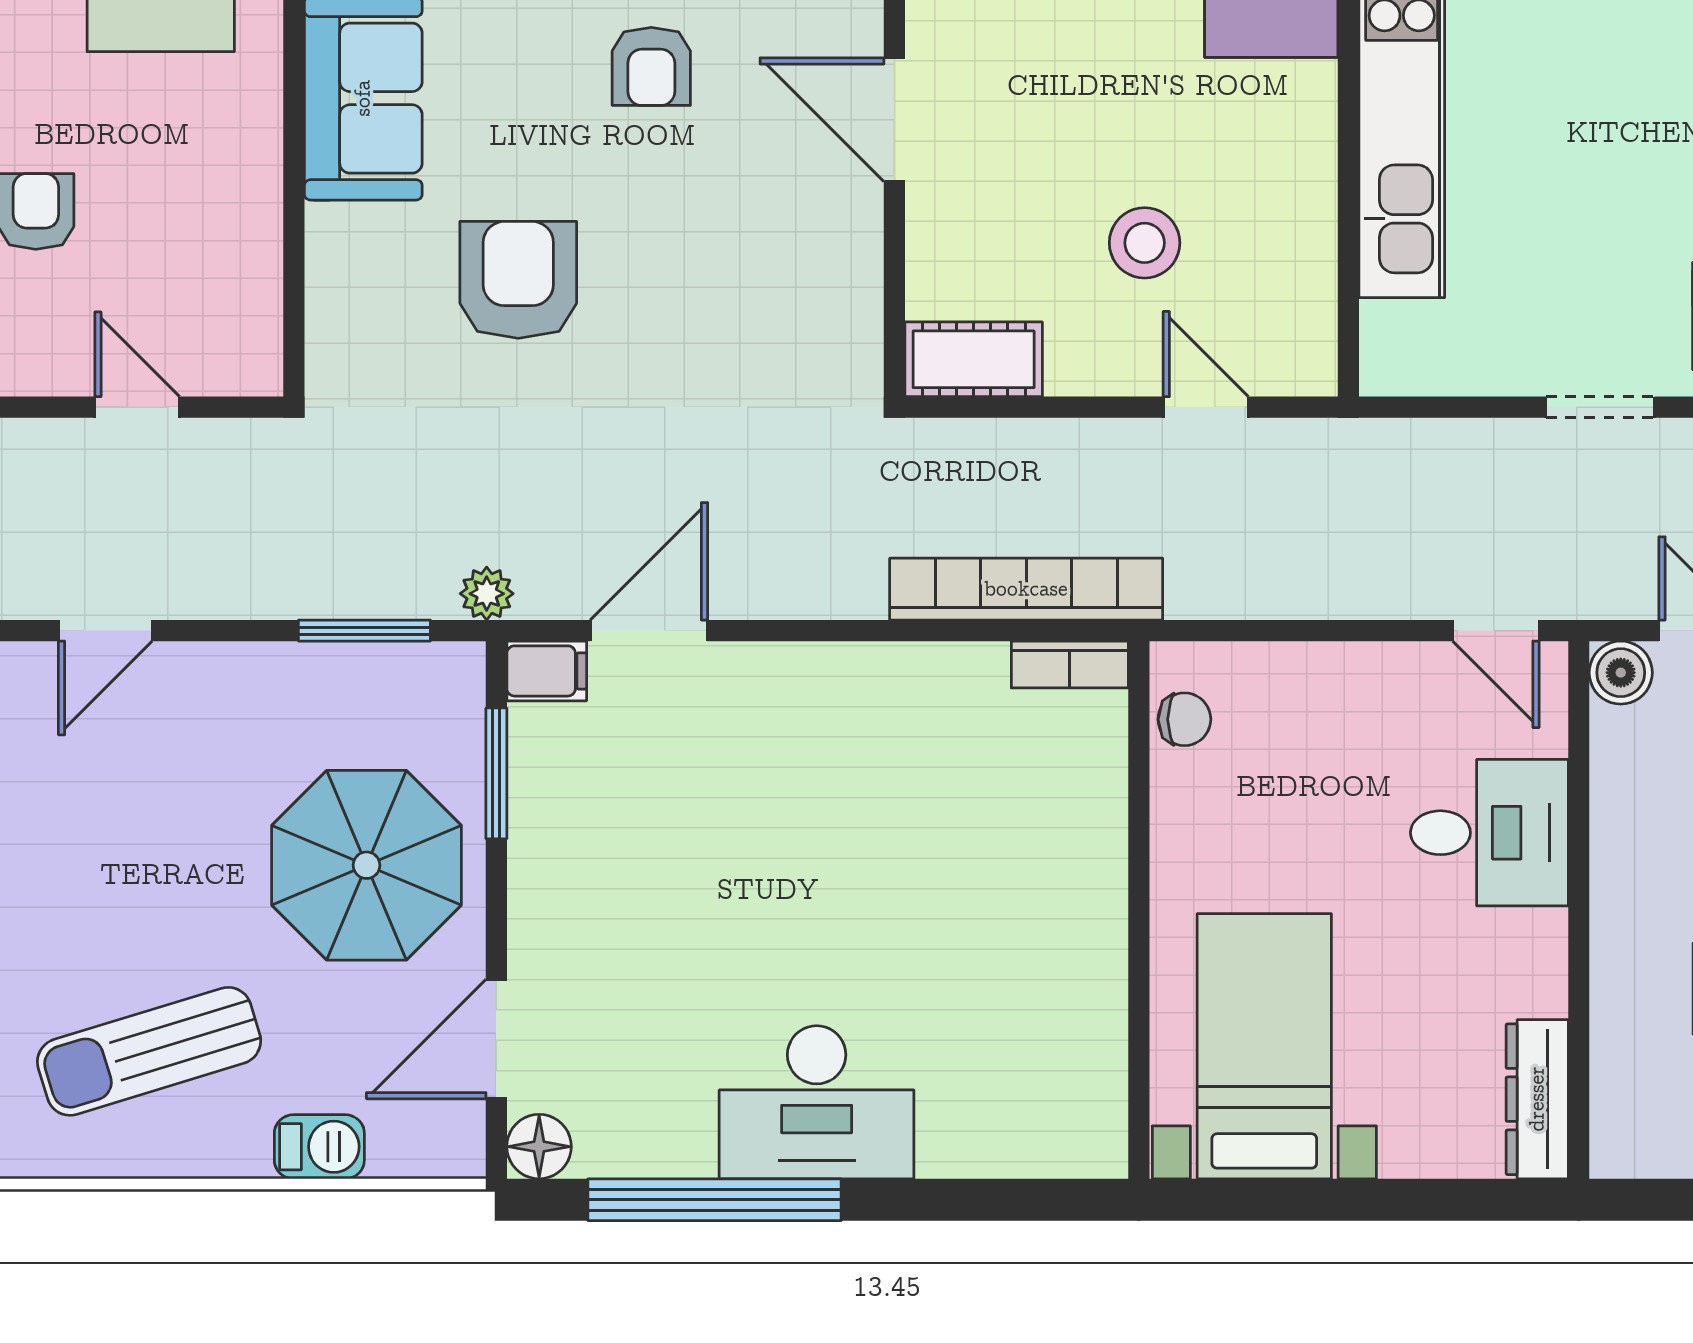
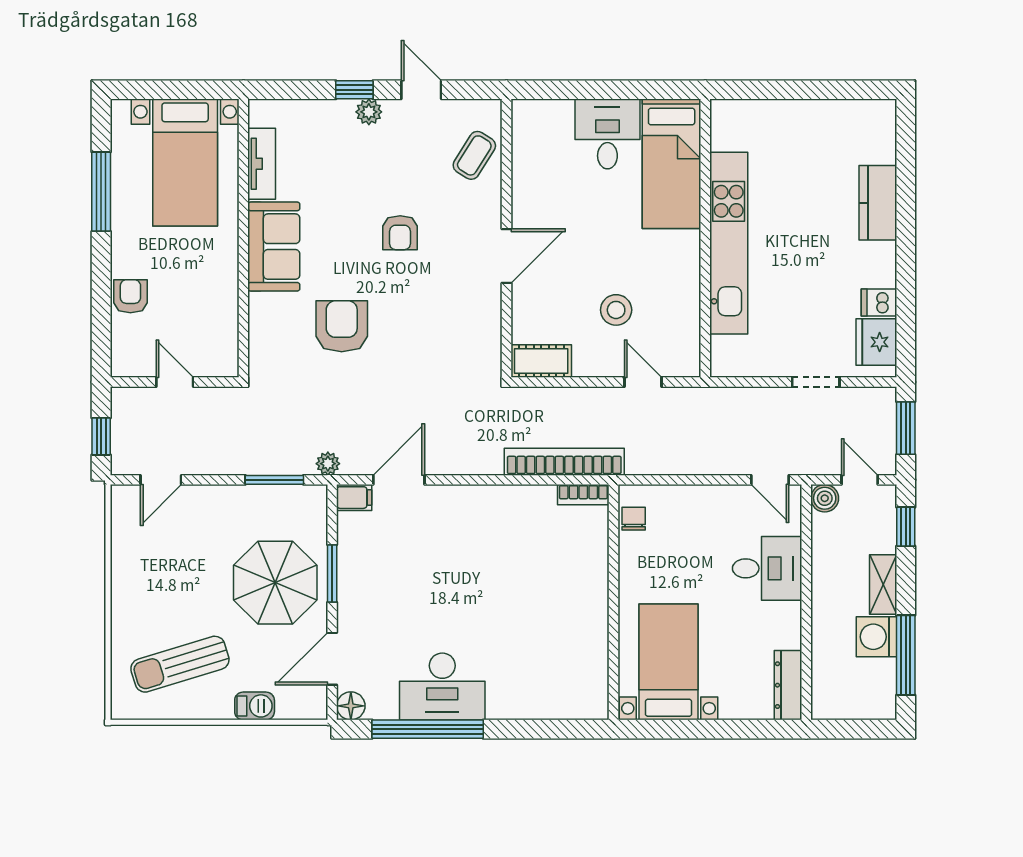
door: (894, 120) -> (506, 256), swing flipped
chair: (1184, 719) -> (634, 519), turned -90
window: (496, 773) -> (332, 574), moved
desk: (817, 1102) -> (442, 686), moved

